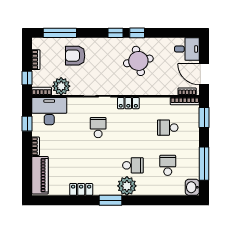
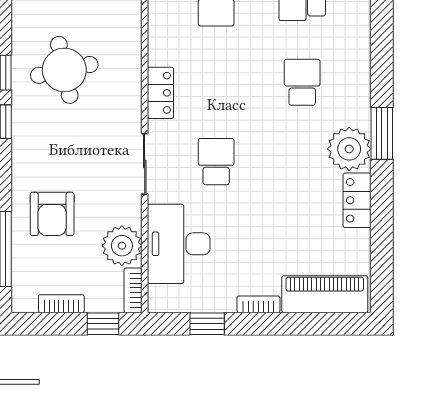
desk: (49, 111) -> (179, 244), moved
school desk: (98, 128) -> (216, 162), turned 90
plant: (127, 186) -> (349, 149), moved

